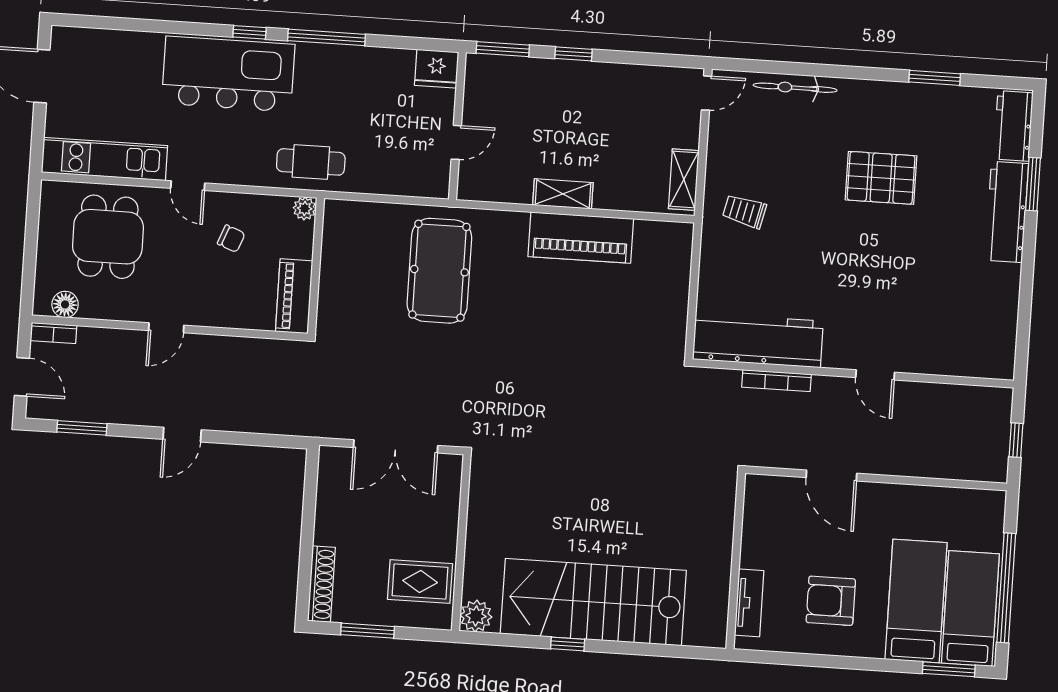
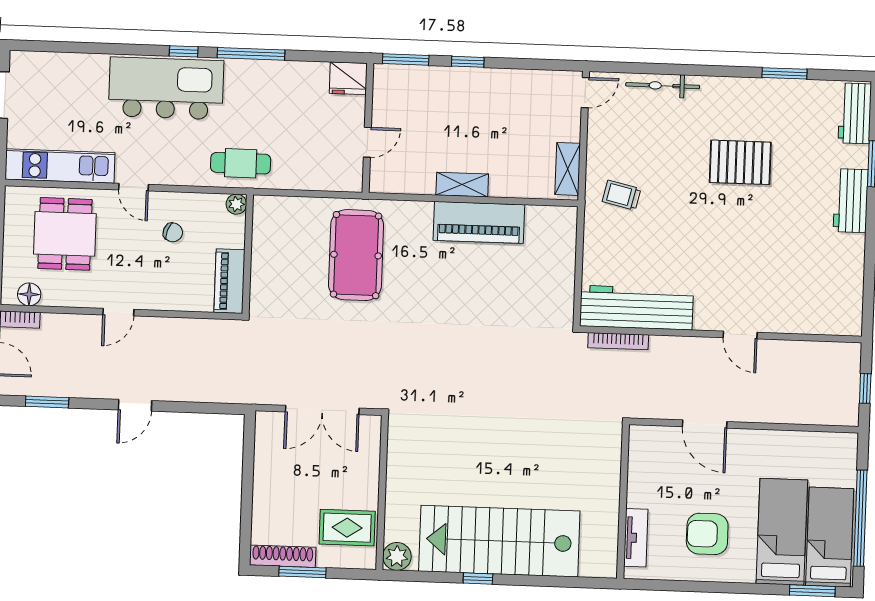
workbench: (1007, 212) -> (851, 201), width x0.73
bookcase: (777, 381) -> (618, 341), moved
shoe rack: (321, 584) -> (283, 556), moved, turned -90

